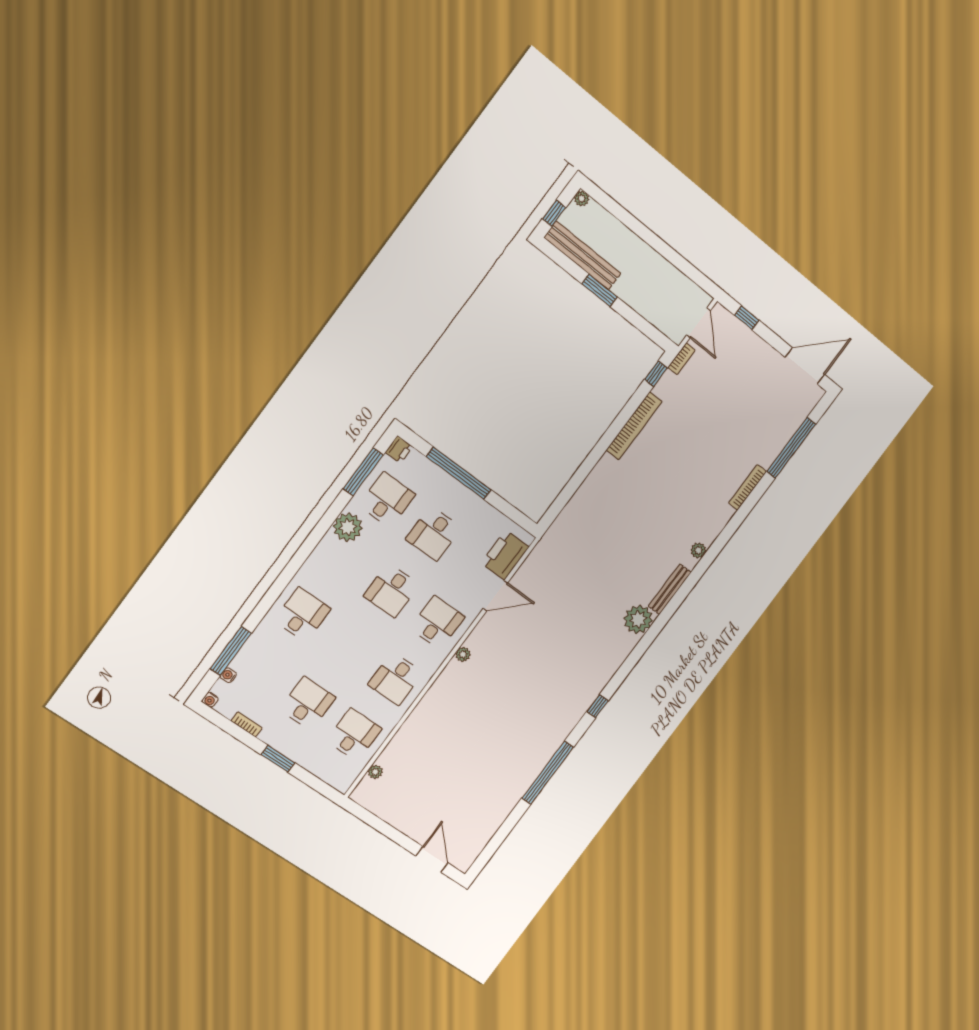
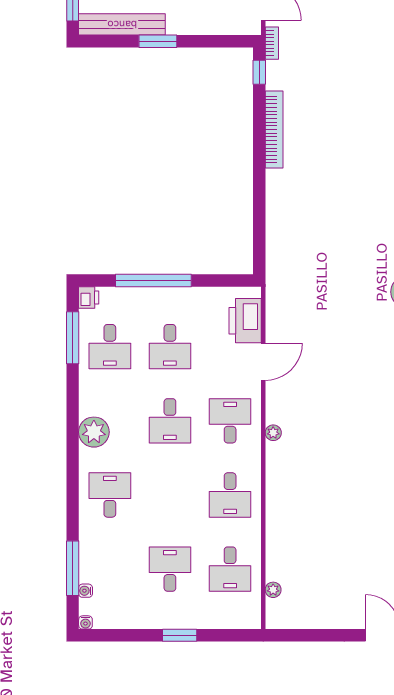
desk: (387, 500) -> (110, 347), turned 180
plant: (348, 527) -> (94, 432), moved
bookcase: (247, 724) -> (131, 623), removed
desk: (354, 735) -> (230, 569), turned 180

